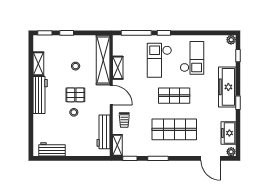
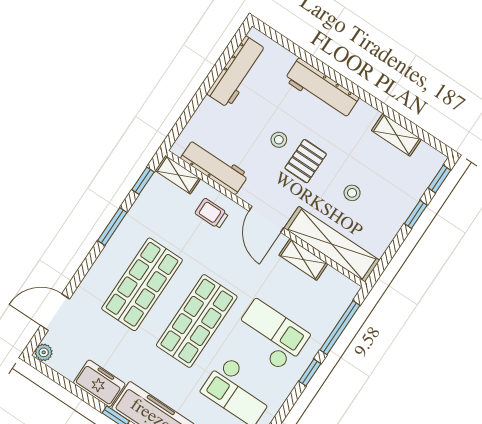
workbench: (40, 95) -> (322, 89), moved
door: (111, 95) -> (266, 219), hinge flipped
shop shelf: (174, 96) -> (197, 321), width x1.43, depth x1.36
freezer: (228, 133) -> (99, 383), moved
workbench: (52, 149) -> (237, 72), width x1.38

